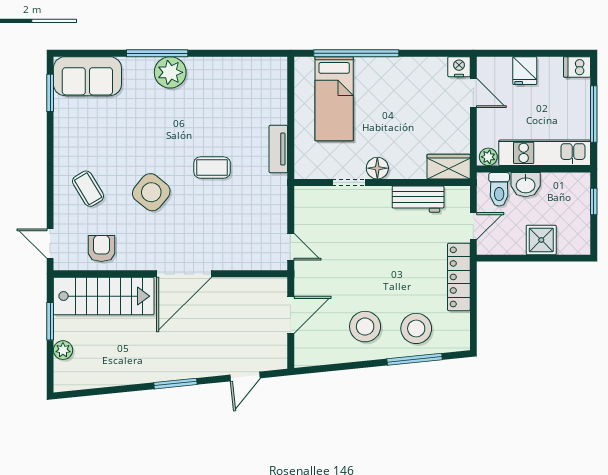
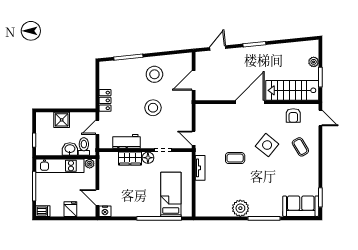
plant: (170, 72) -> (240, 208), moved
wardrobe: (449, 167) -> (130, 159), moved
door: (291, 247) -> (194, 138), moved
locker: (459, 277) -> (105, 100), width x0.66
stool: (416, 328) -> (153, 108), moved

